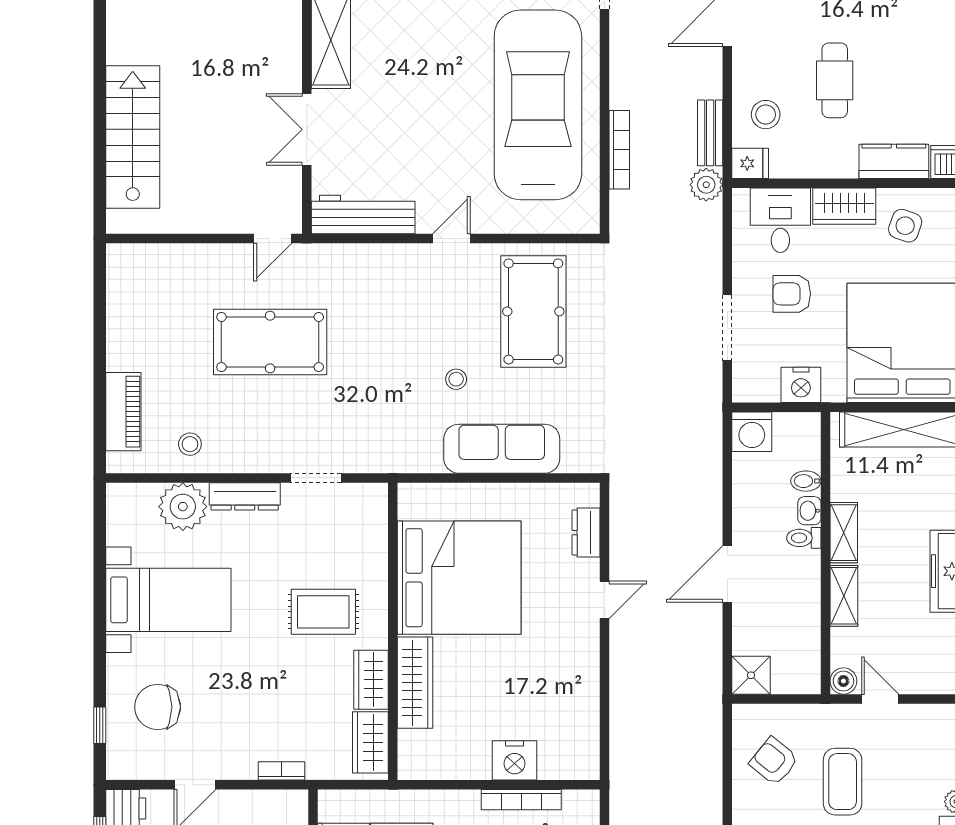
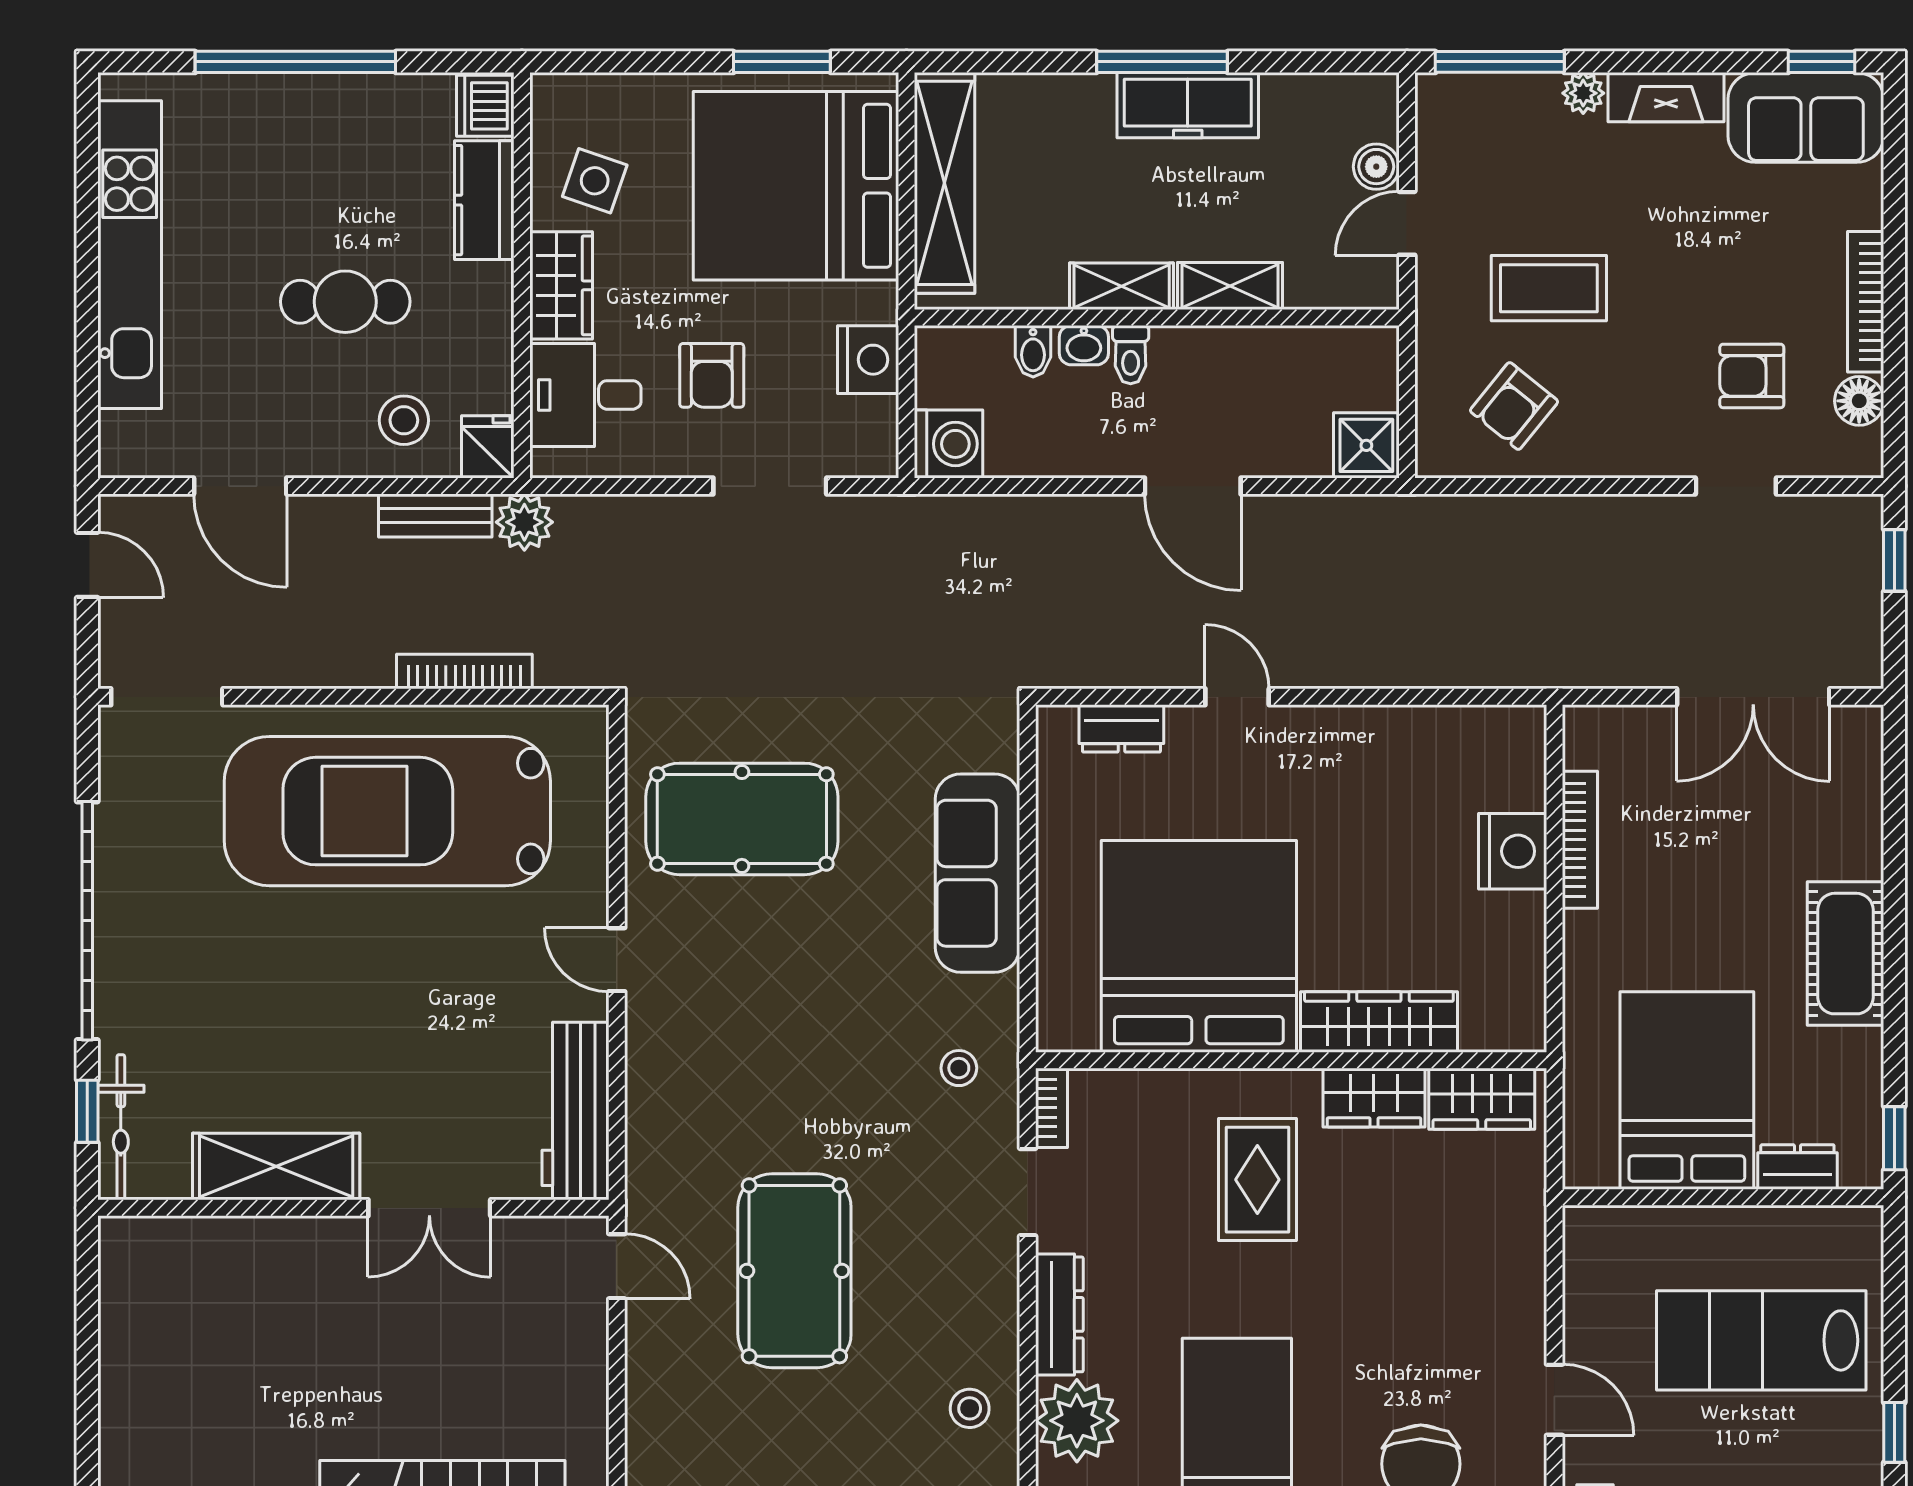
stool: (456, 379) -> (959, 1068), moved
boiler: (843, 681) -> (1376, 167), moved
bookcase: (282, 771) -> (1051, 1108), moved, turned 180

